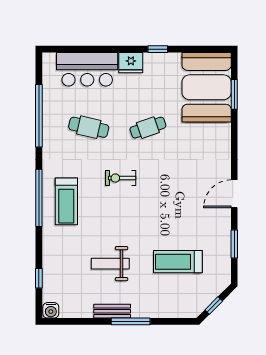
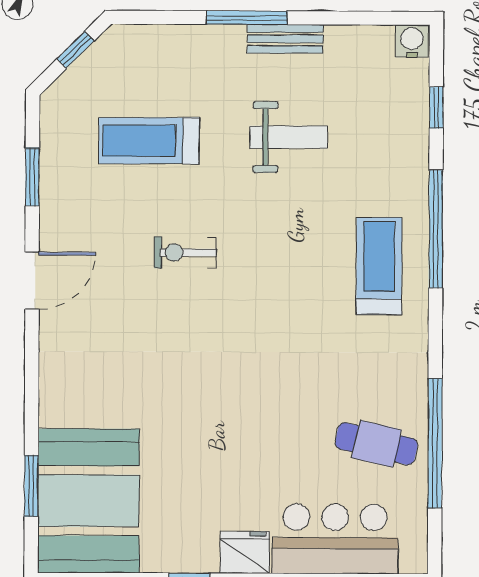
cafe table: (89, 127) -> (376, 444), moved
cafe table: (148, 128) -> (210, 418), removed
exercise bike: (121, 178) -> (185, 253), moved, turned 180
window: (39, 198) -> (436, 229), moved
treadmill: (178, 262) -> (149, 141), turned 180

